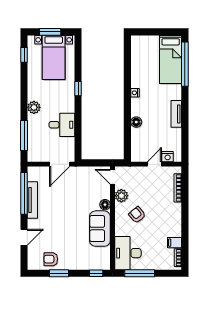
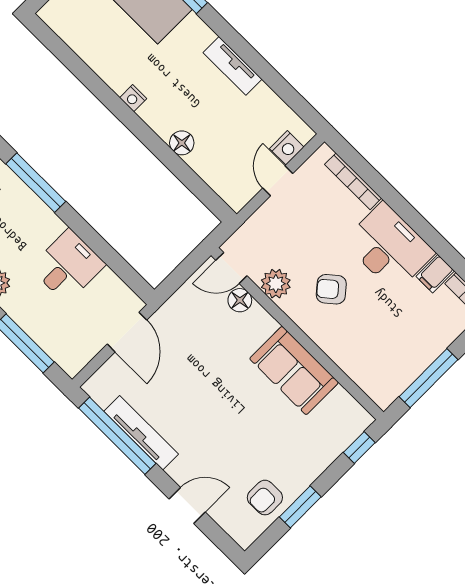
window: (78, 89) -> (36, 183), width x2.17
floor lamp: (105, 205) -> (240, 300), moved
door: (24, 237) -> (187, 505), hinge flipped
desk: (128, 253) -> (389, 247), moved, turned 180

